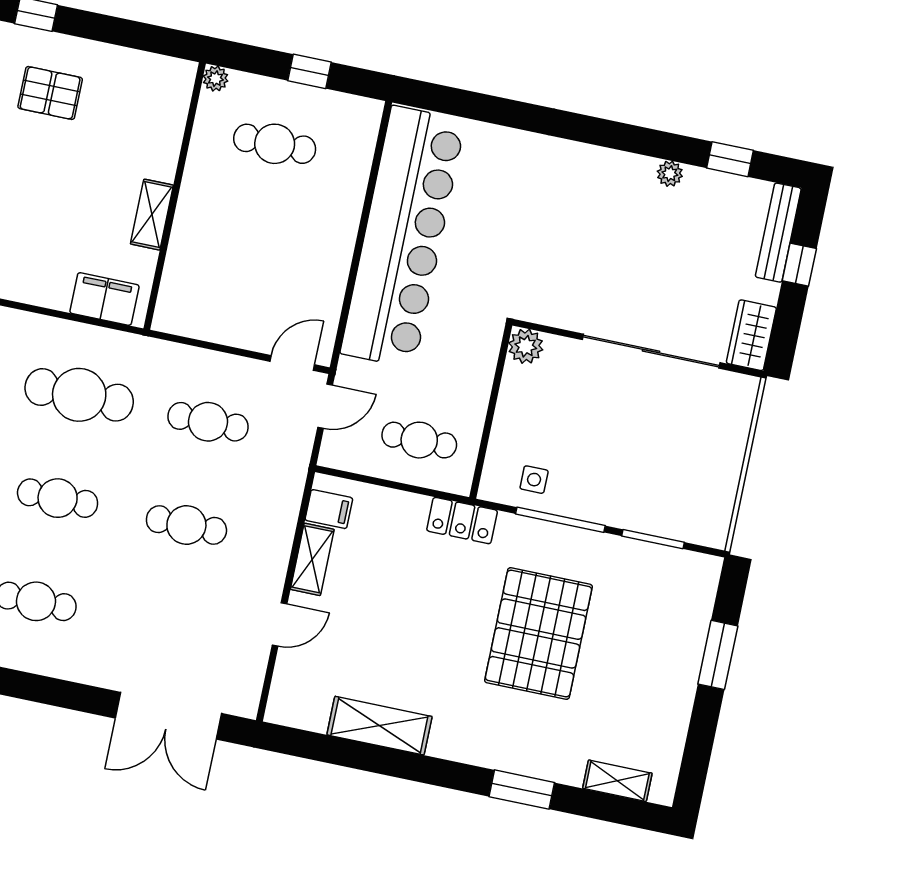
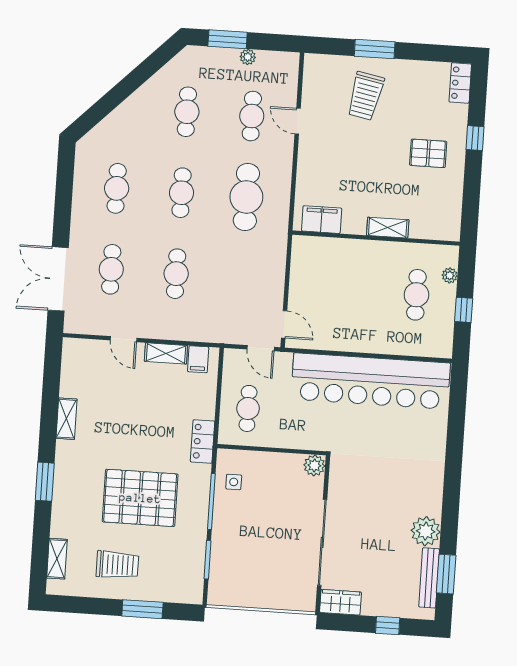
plant: (216, 79) -> (450, 275), moved
pallet: (50, 93) -> (428, 153), turned 90
window: (730, 159) -> (446, 574), width x1.50
plant: (670, 174) -> (426, 531), width x1.87, depth x1.87
shelving: (152, 215) -> (388, 228), moved
bench: (778, 233) -> (429, 578), moved, turned 90
filing cabinet: (104, 299) -> (322, 220), moved, turned -90
cafe table: (208, 422) -> (111, 269), moved
trolley: (641, 685) -> (117, 565), added
shelving: (379, 726) -> (66, 419), width x0.67, depth x0.75
window: (522, 790) -> (45, 482), moved

